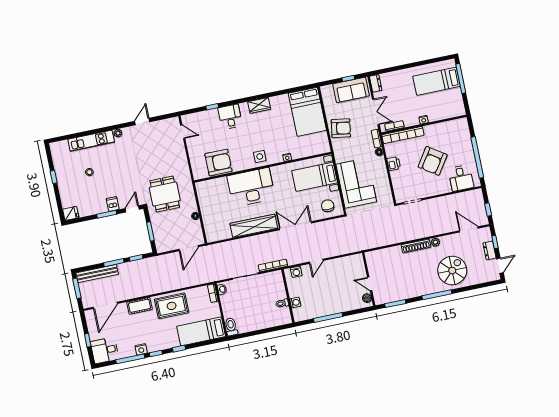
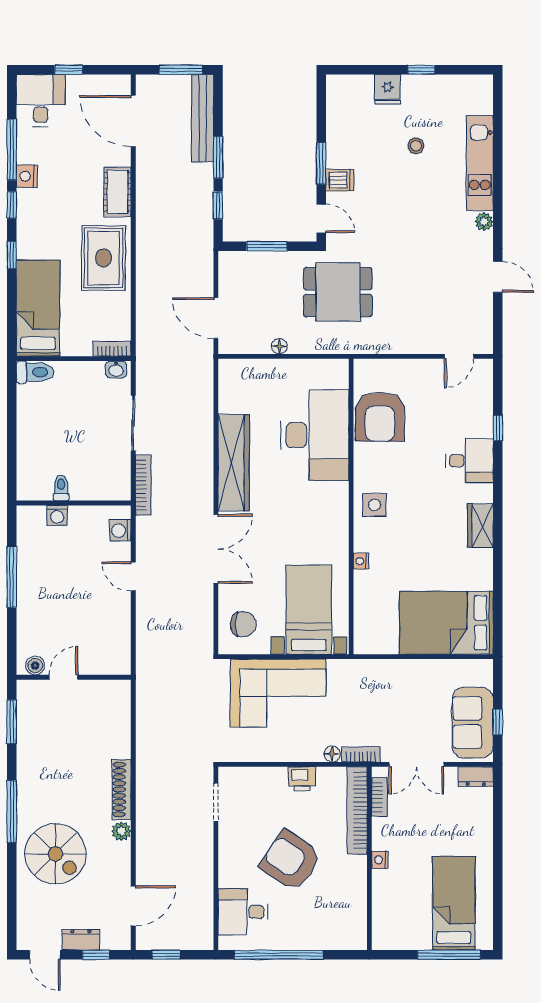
armchair: (341, 128) -> (398, 685), removed
desk: (251, 187) -> (315, 435), moved
fridge: (71, 213) -> (387, 89), moved

